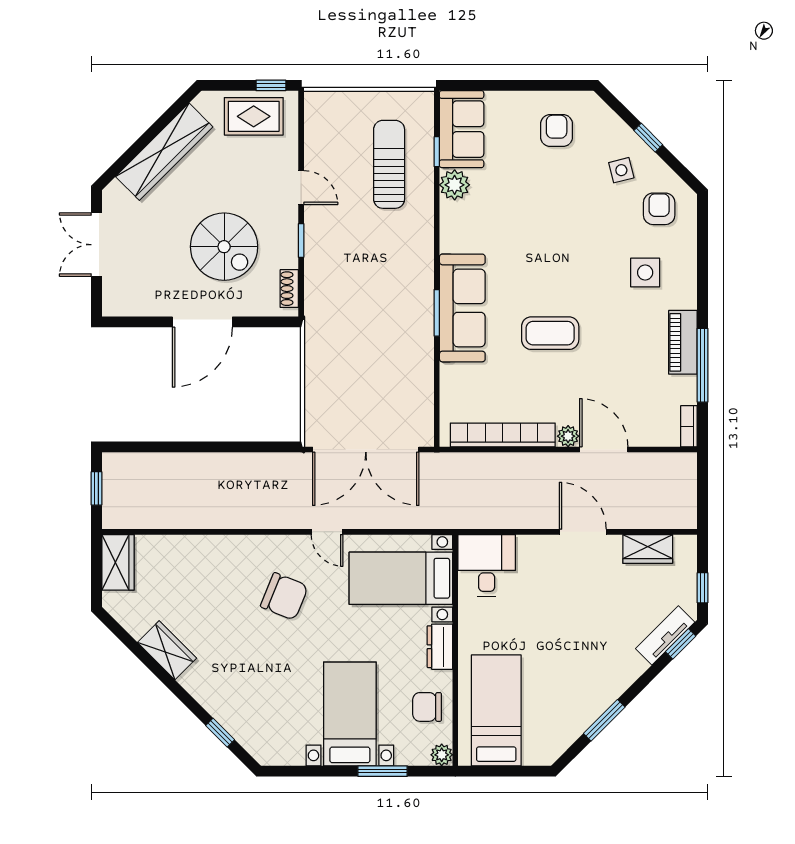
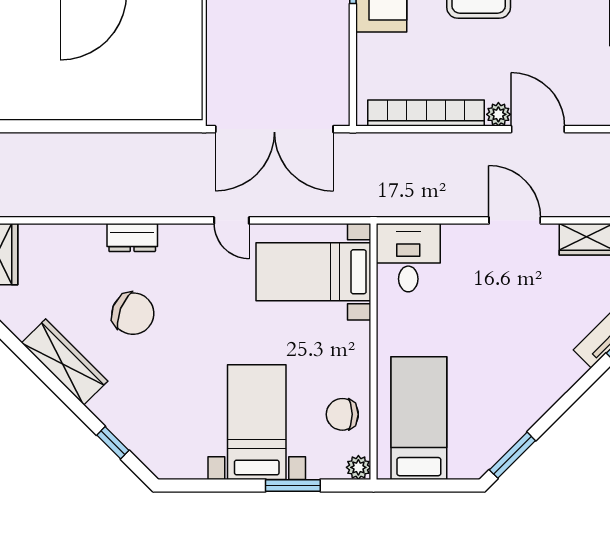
chair: (284, 596) -> (133, 314), moved
dresser: (440, 647) -> (132, 238), moved, turned -90
wardrobe: (167, 650) -> (65, 362), width x1.50
window: (604, 720) -> (512, 455), moved

